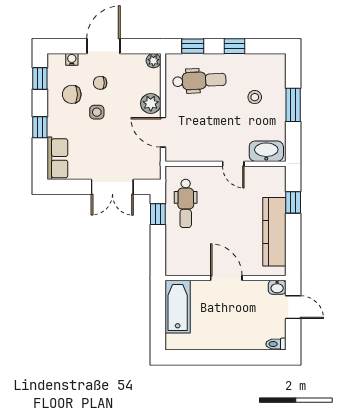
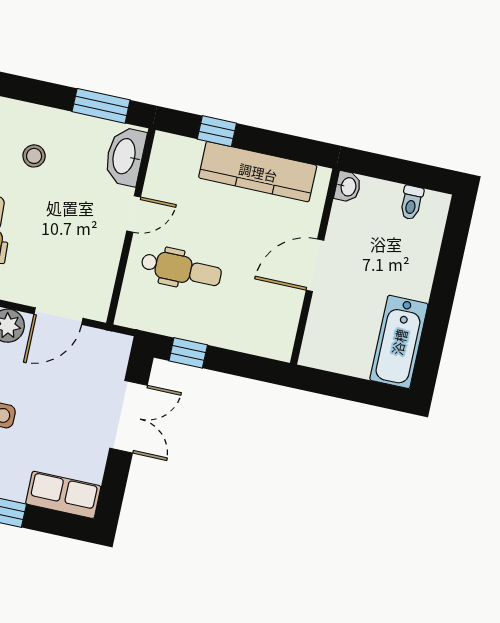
window: (293, 105) -> (101, 106), moved
dental chair: (186, 203) -> (181, 269), moved
bathtub: (178, 307) -> (399, 342), moved, turned -90
door: (293, 307) -> (385, 168), removed
toilet: (276, 344) -> (411, 203), moved

